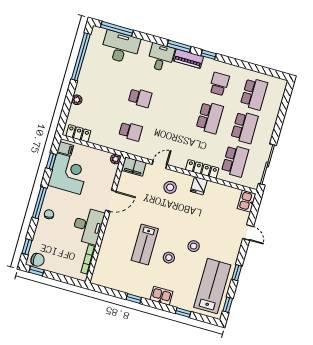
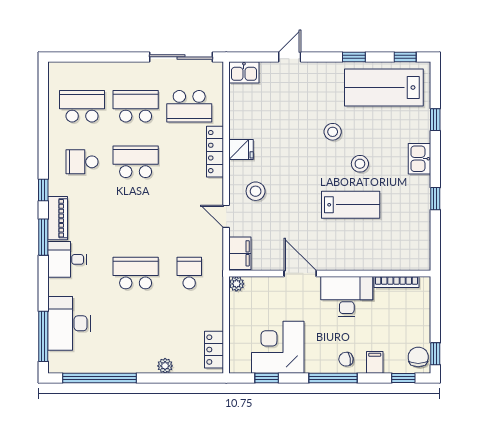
school desk: (140, 98) -> (136, 273), width x1.85
filing cabinet: (65, 149) -> (375, 362), moved
school desk: (235, 161) -> (189, 106), turned 180

